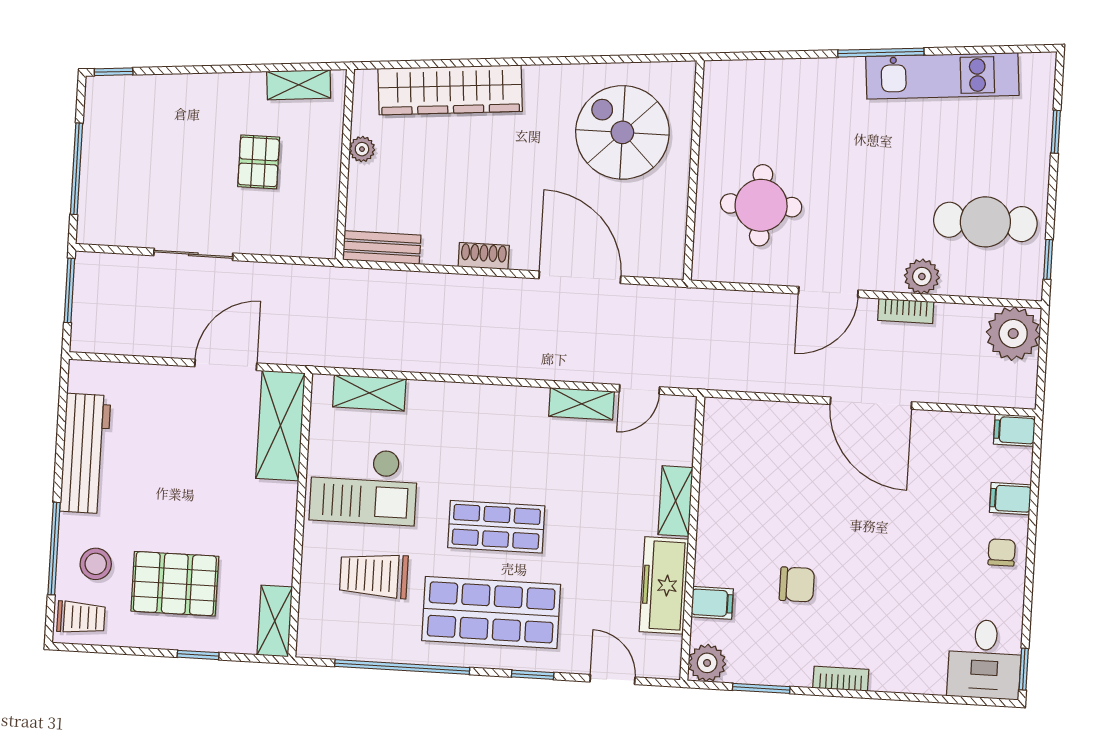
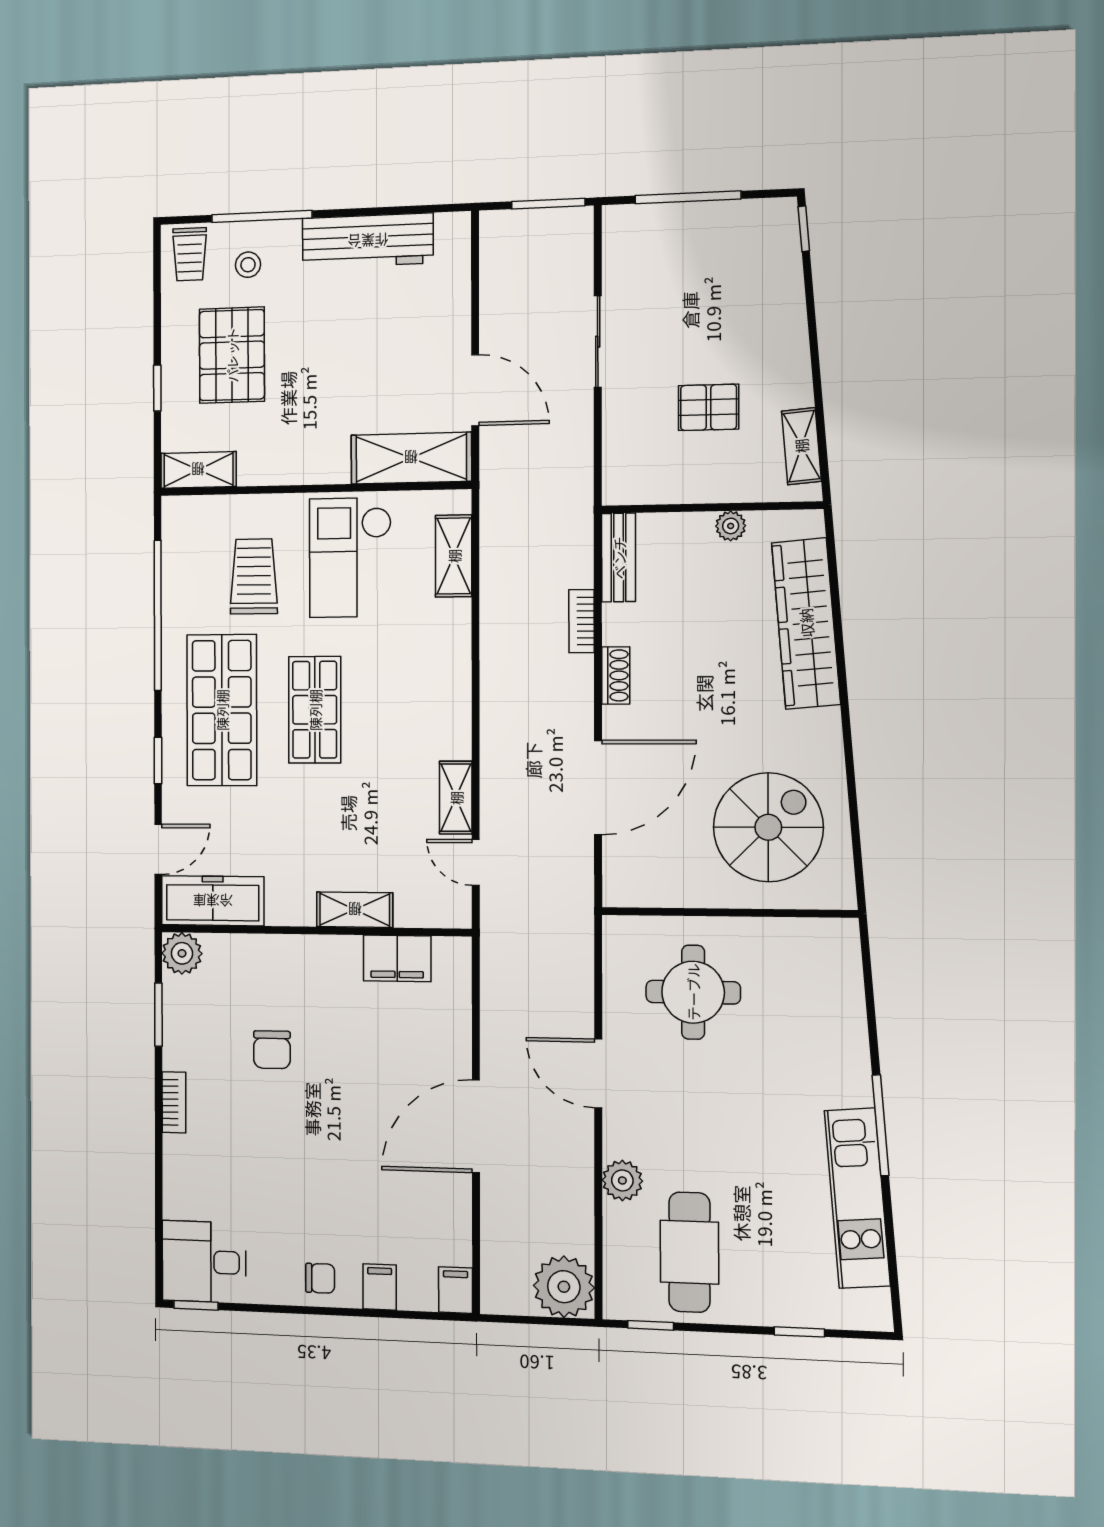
bookcase: (906, 311) -> (582, 621), moved
stool: (96, 564) -> (248, 265), width x0.73, depth x0.73
freezer: (664, 585) -> (213, 901), moved
filing cabinet: (712, 603) -> (397, 958), moved, width x2.00

